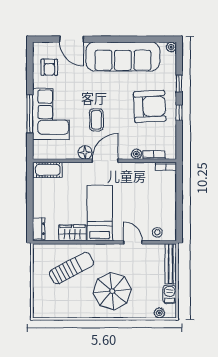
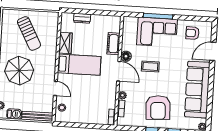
cot: (48, 170) -> (113, 44), moved
dresser: (39, 229) -> (82, 18), moved
door: (133, 242) -> (55, 89), hinge flipped
sun lounger: (71, 268) -> (29, 33), moved

